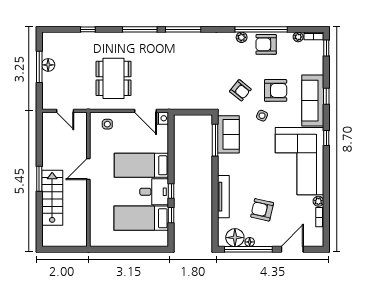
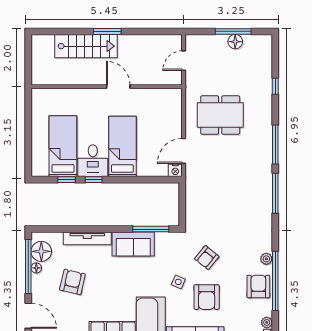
side table: (107, 124) -> (169, 108), removed
sofa: (228, 134) -> (133, 244), moved

